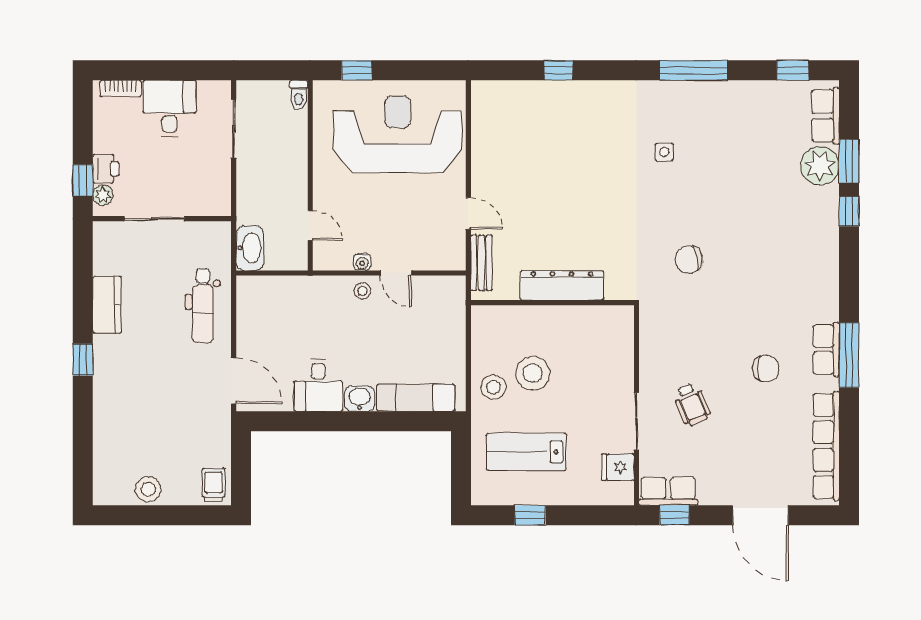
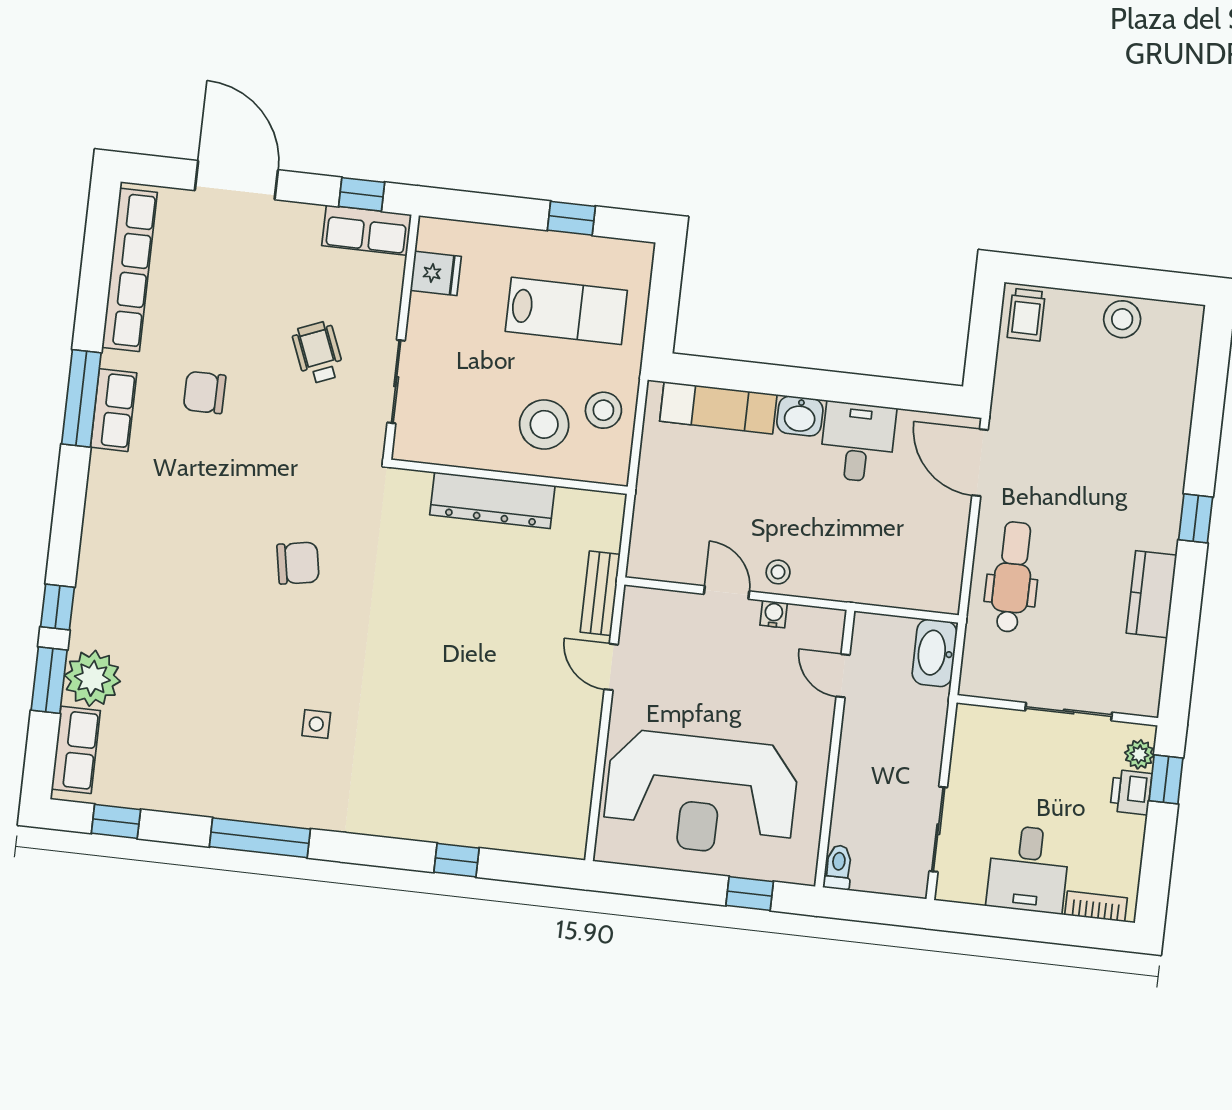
dresser: (562, 285) -> (492, 500), moved
wall: (552, 303) -> (509, 477), moved
sliding door: (636, 421) -> (396, 382), moved

